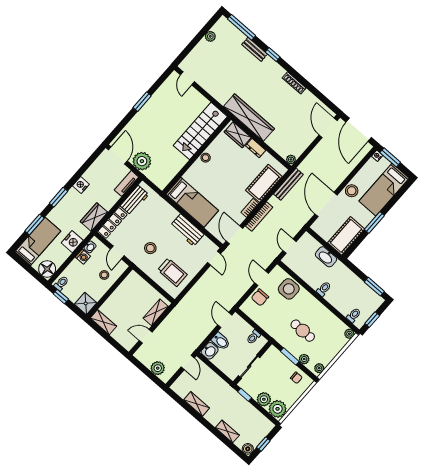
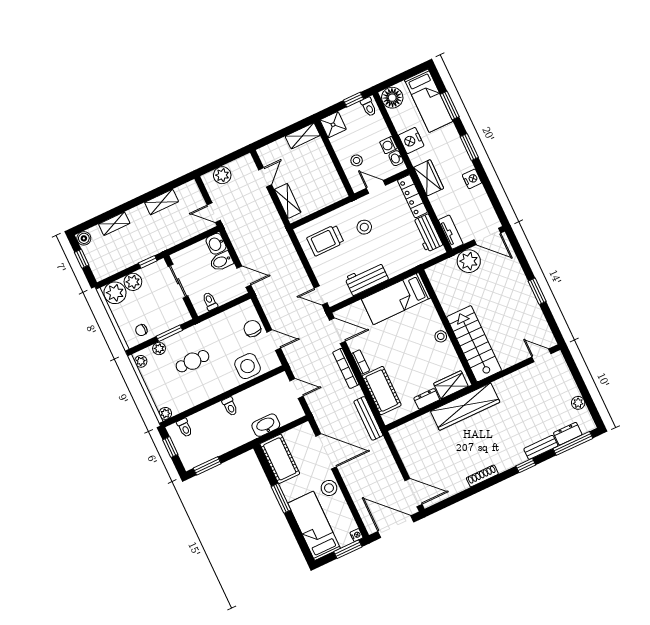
dresser: (236, 34) -> (568, 434), added
plant: (291, 159) -> (396, 434), removed

